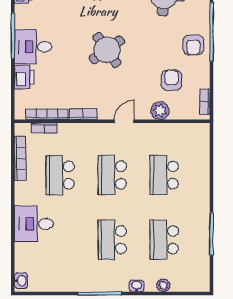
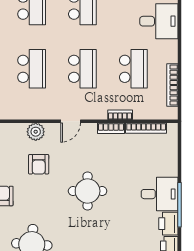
round table: (107, 50) -> (88, 191), turned 35
printer: (24, 77) -> (168, 224), moved
armchair: (171, 80) -> (39, 164), moved
bookcase: (44, 128) -> (120, 115), moved

